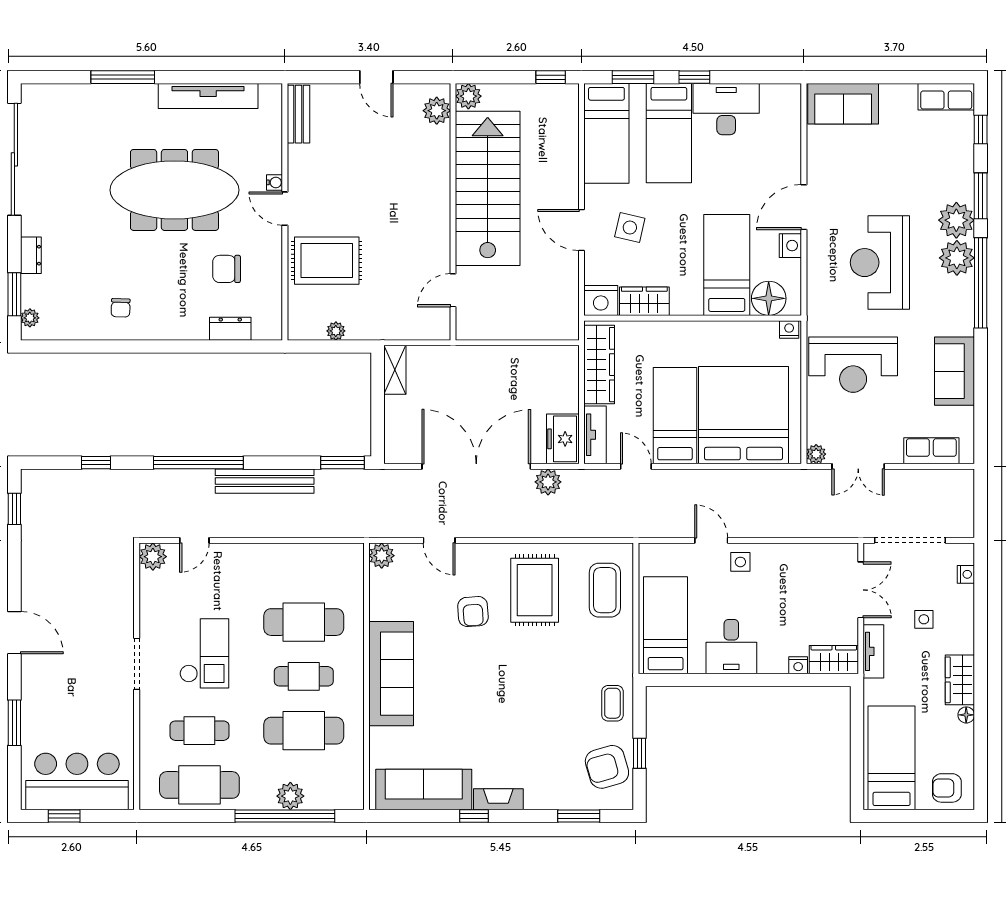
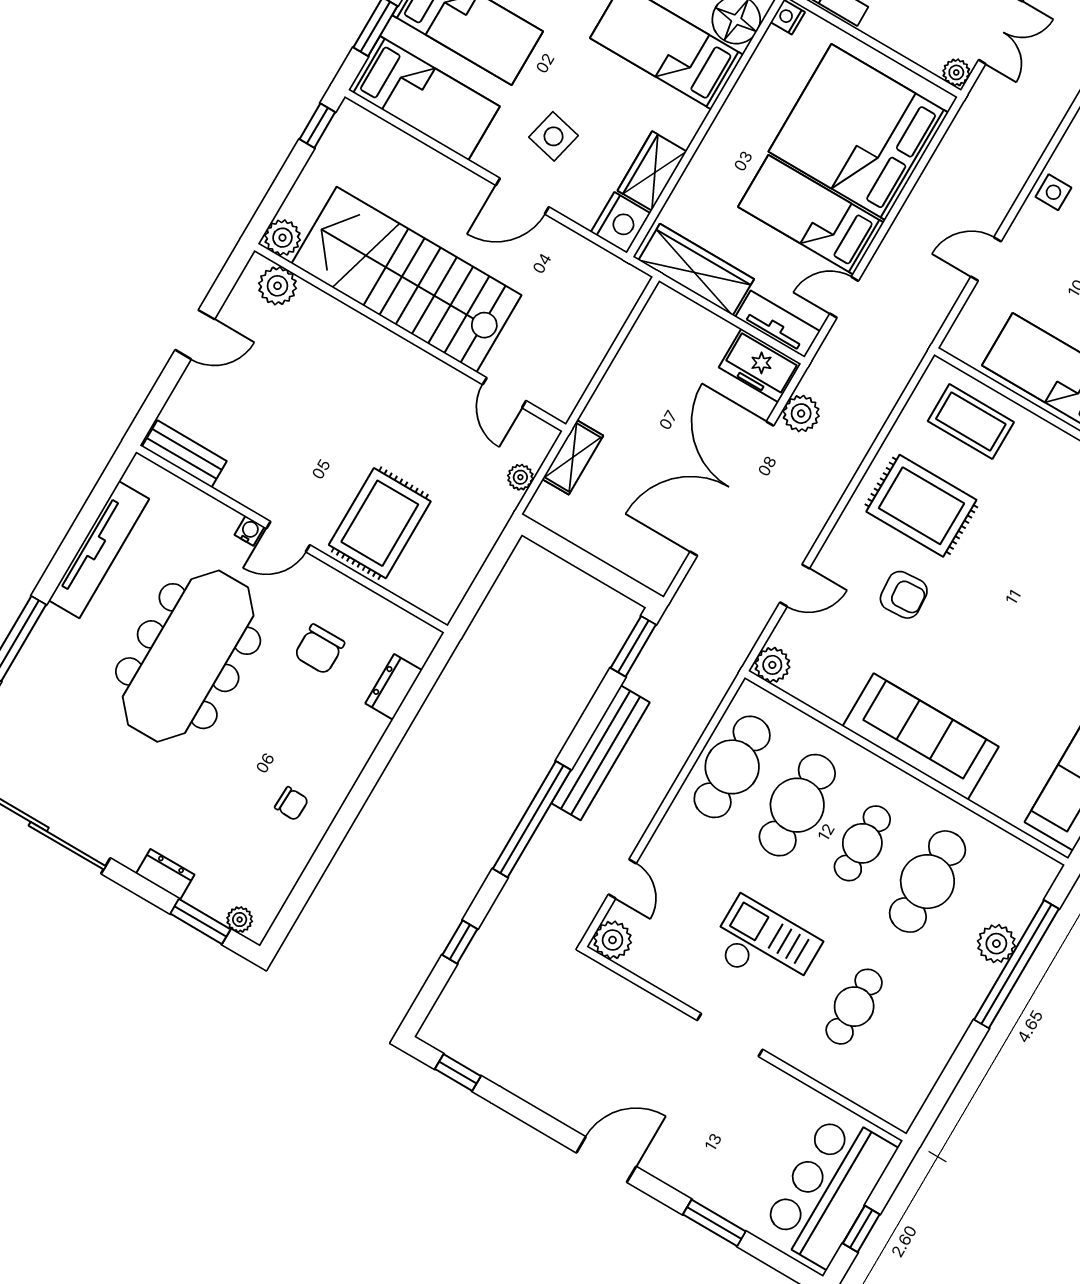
plant: (336, 331) -> (520, 477), moved
shelving: (395, 370) -> (573, 457), moved, turned 90
side table: (740, 562) -> (1053, 192), moved
cafe table: (199, 785) -> (732, 767), moved

